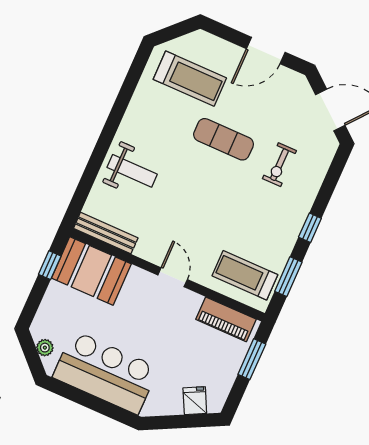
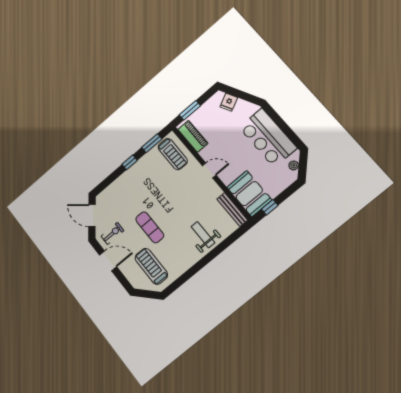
exercise bike: (279, 165) -> (112, 233), moved
door: (173, 277) -> (209, 170), swing flipped

